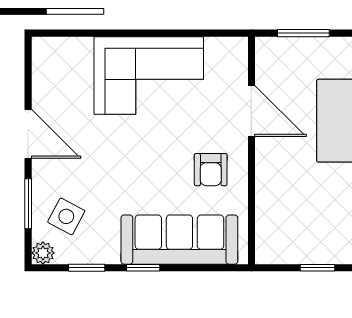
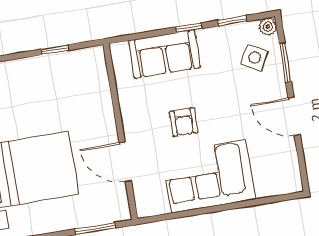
armchair: (211, 170) -> (184, 122), moved, turned 180
sofa: (179, 240) -> (165, 54), width x0.73

